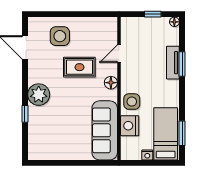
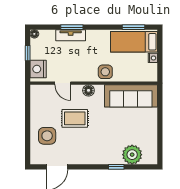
rug: (79, 67) -> (75, 118), turned 90
plant: (39, 95) -> (132, 155), moved
nightstand: (130, 126) -> (38, 69), moved, turned 90

